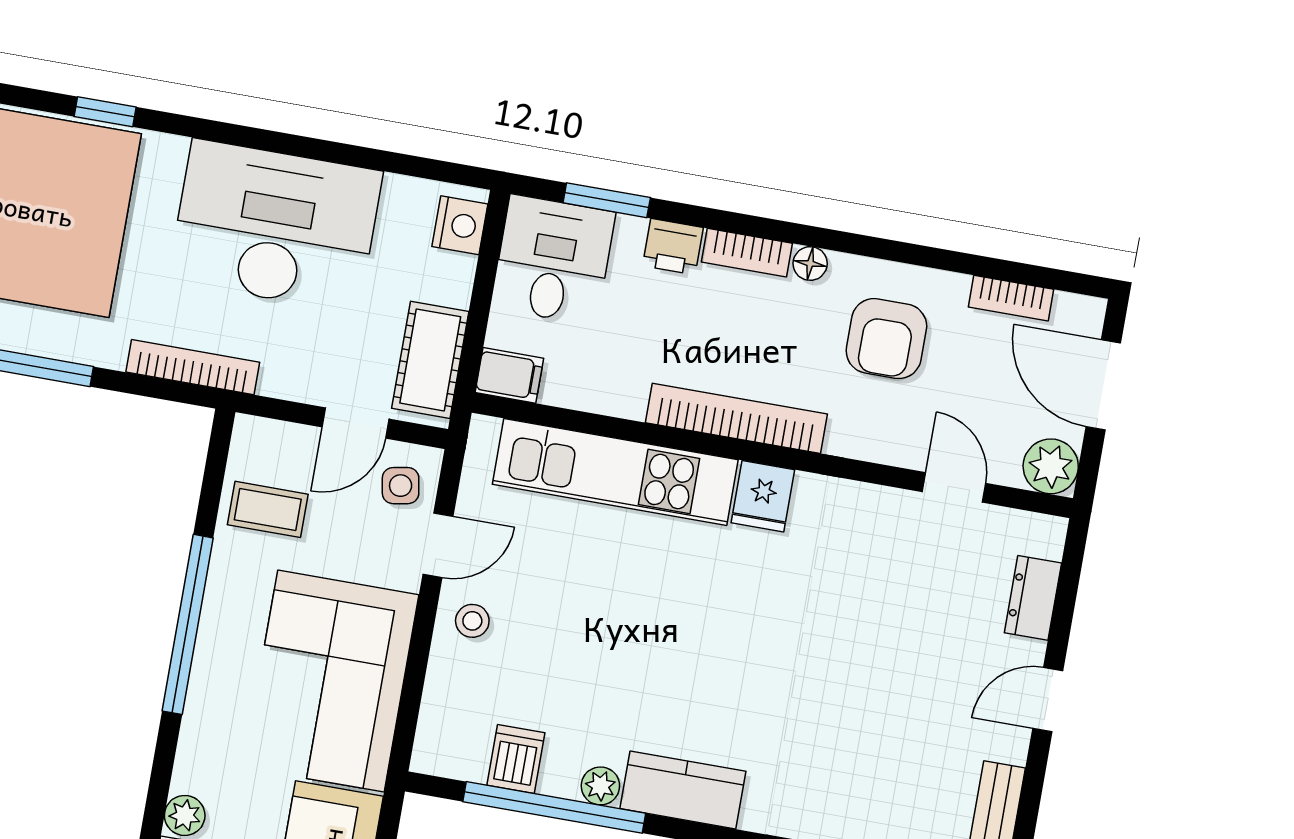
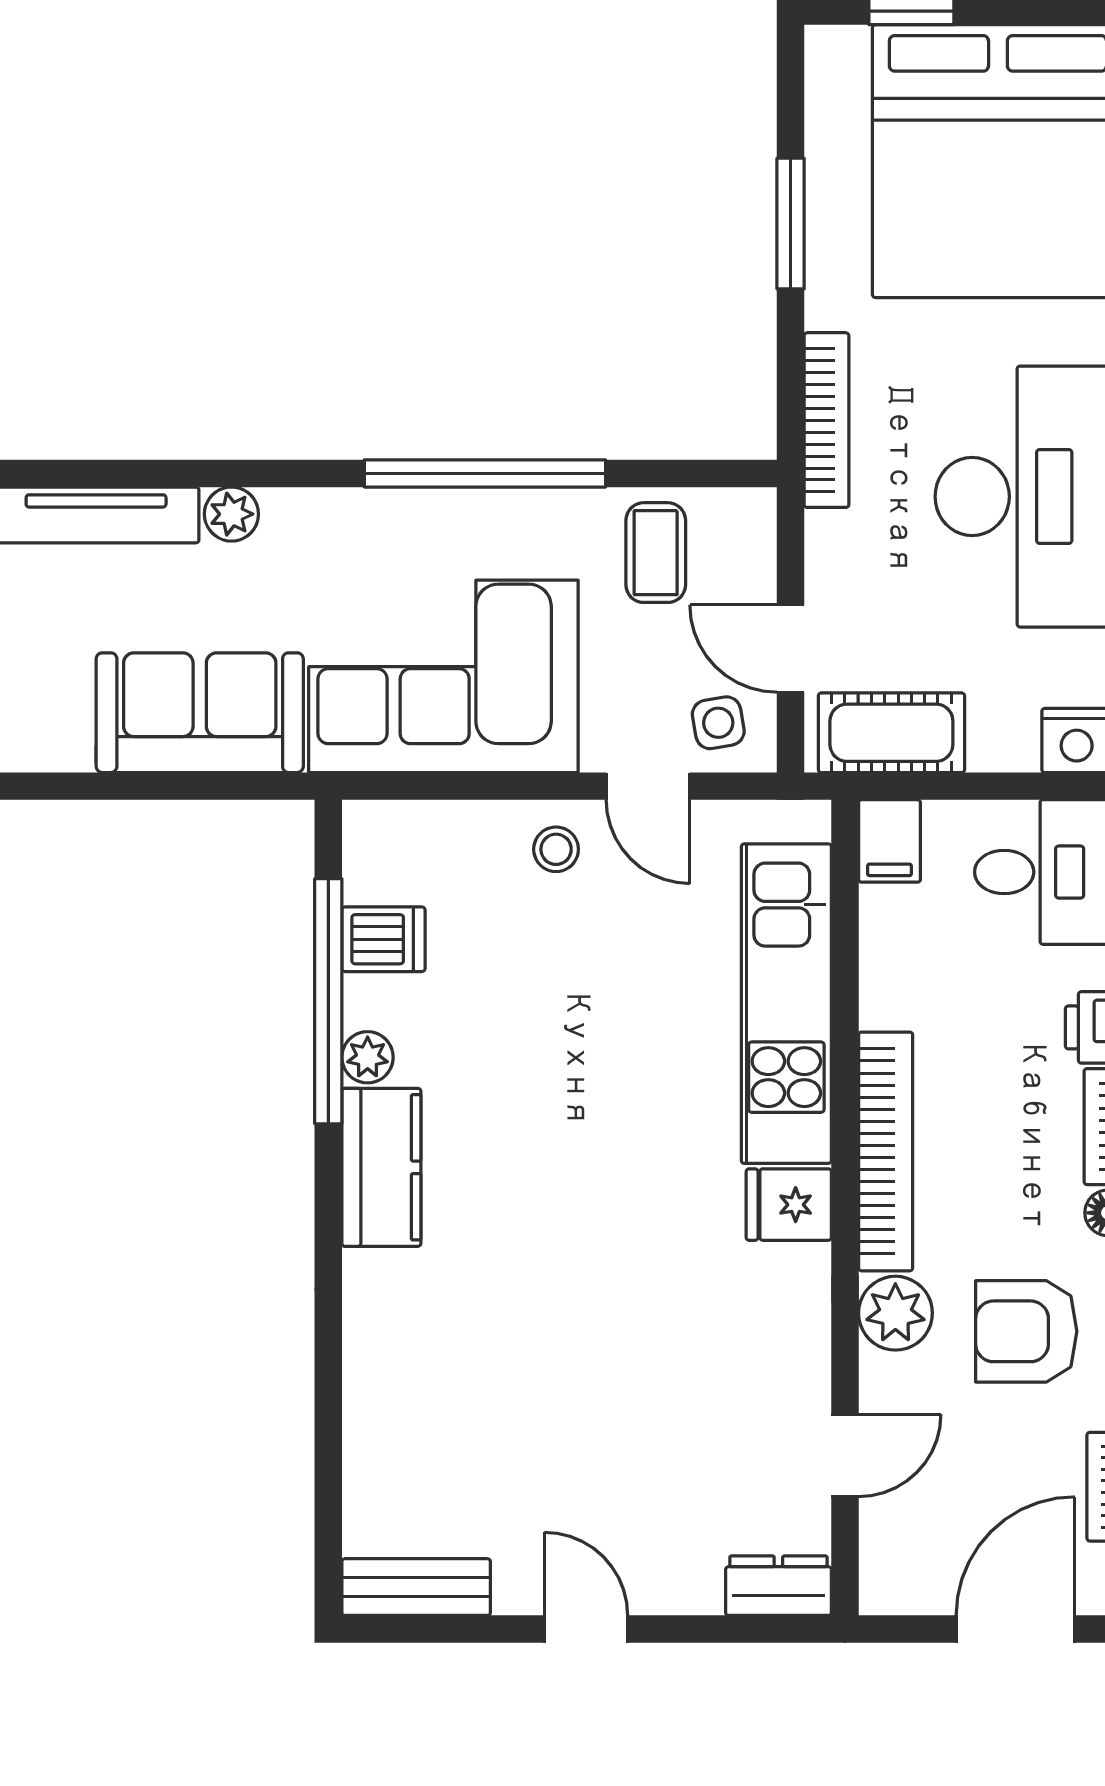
plant: (1051, 466) -> (895, 1313), moved
dresser: (1033, 598) -> (778, 1586), moved

